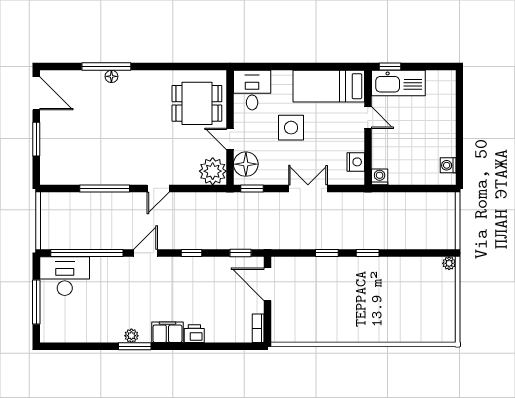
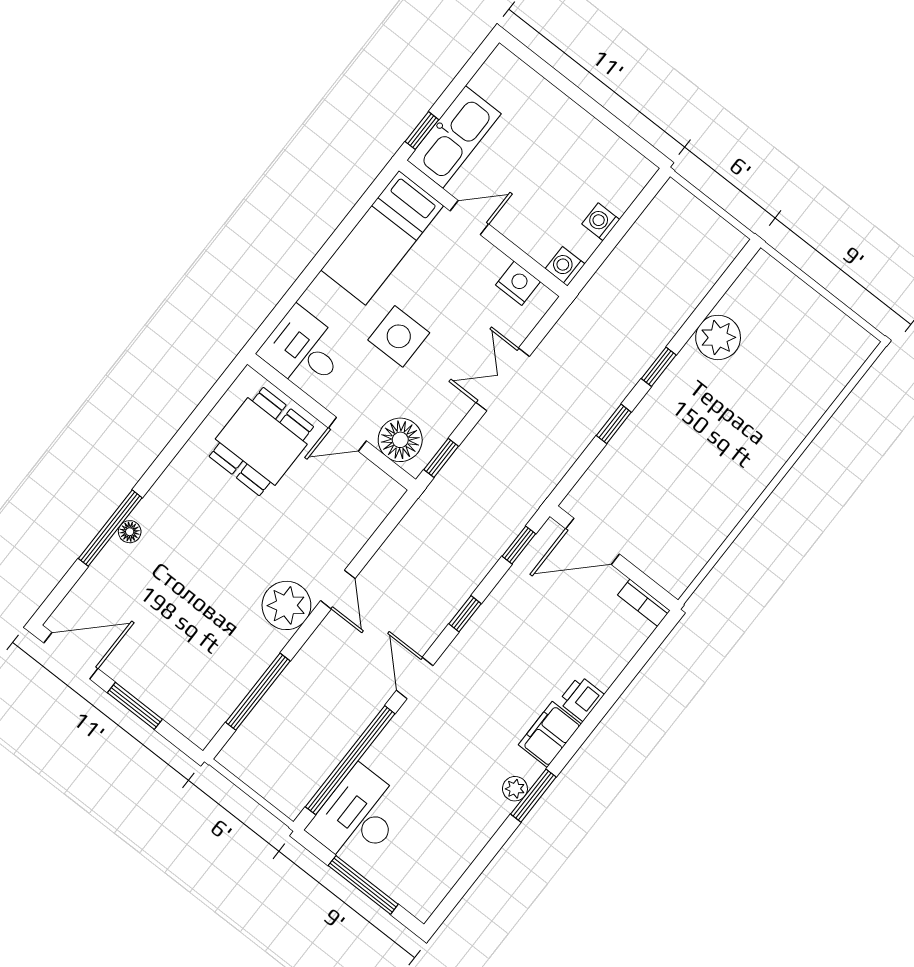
washing machine: (448, 165) -> (601, 222), moved, turned 90
plant: (213, 171) -> (286, 605), moved
window: (105, 188) -> (258, 692), moved
plant: (449, 263) -> (718, 337), moved, width x1.88, depth x1.88

